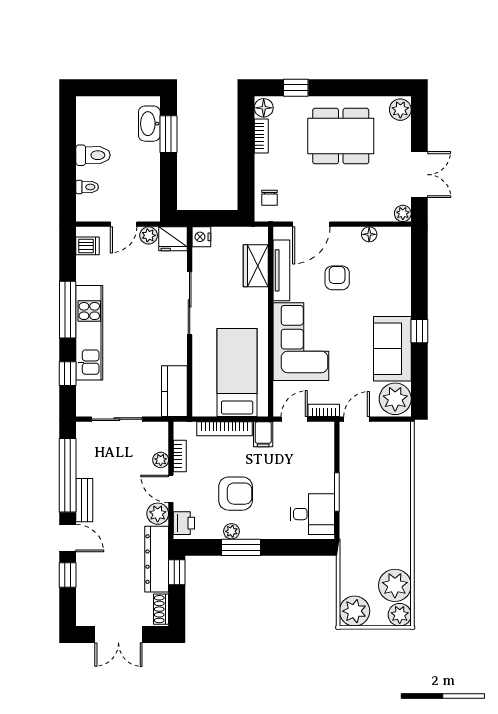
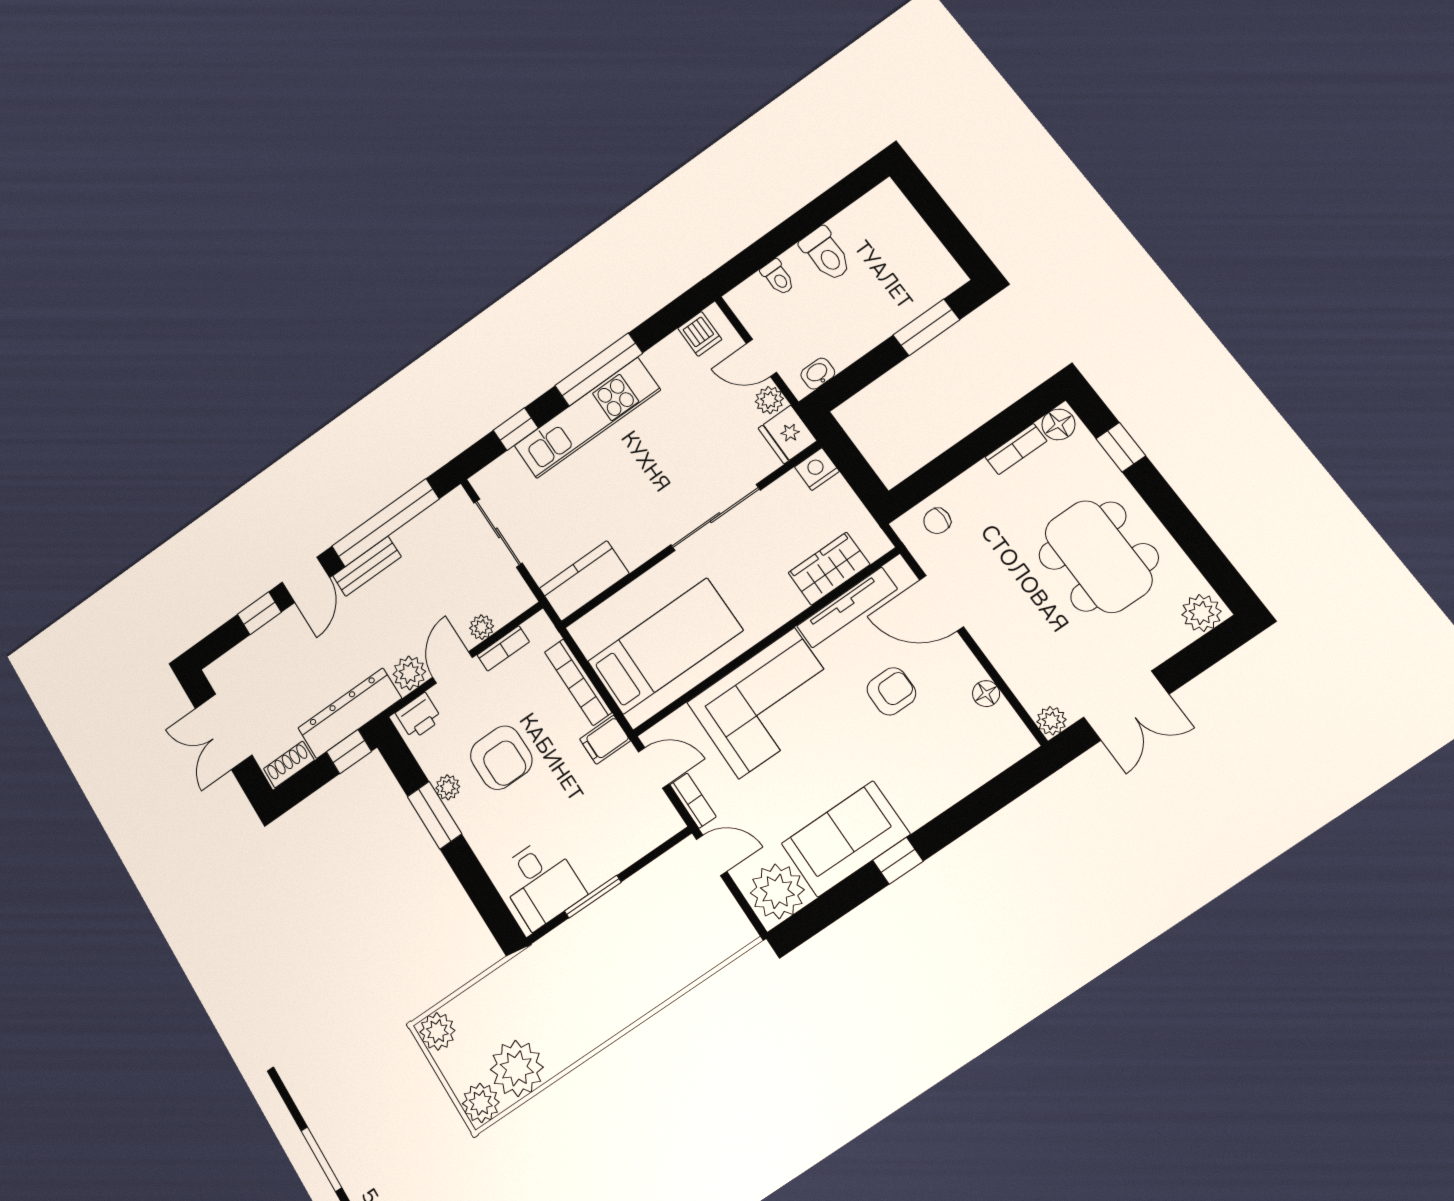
washbasin: (149, 124) -> (818, 374), moved, width x0.52, depth x0.69
plant: (354, 611) -> (437, 1031), width x0.73, depth x0.73

